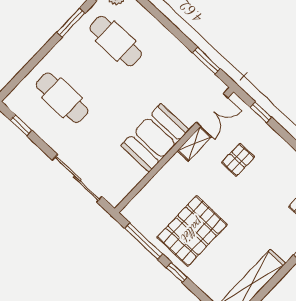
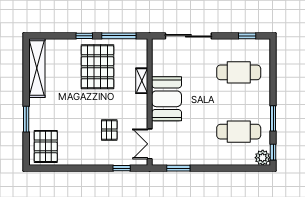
shelving: (194, 144) -> (142, 81), moved

